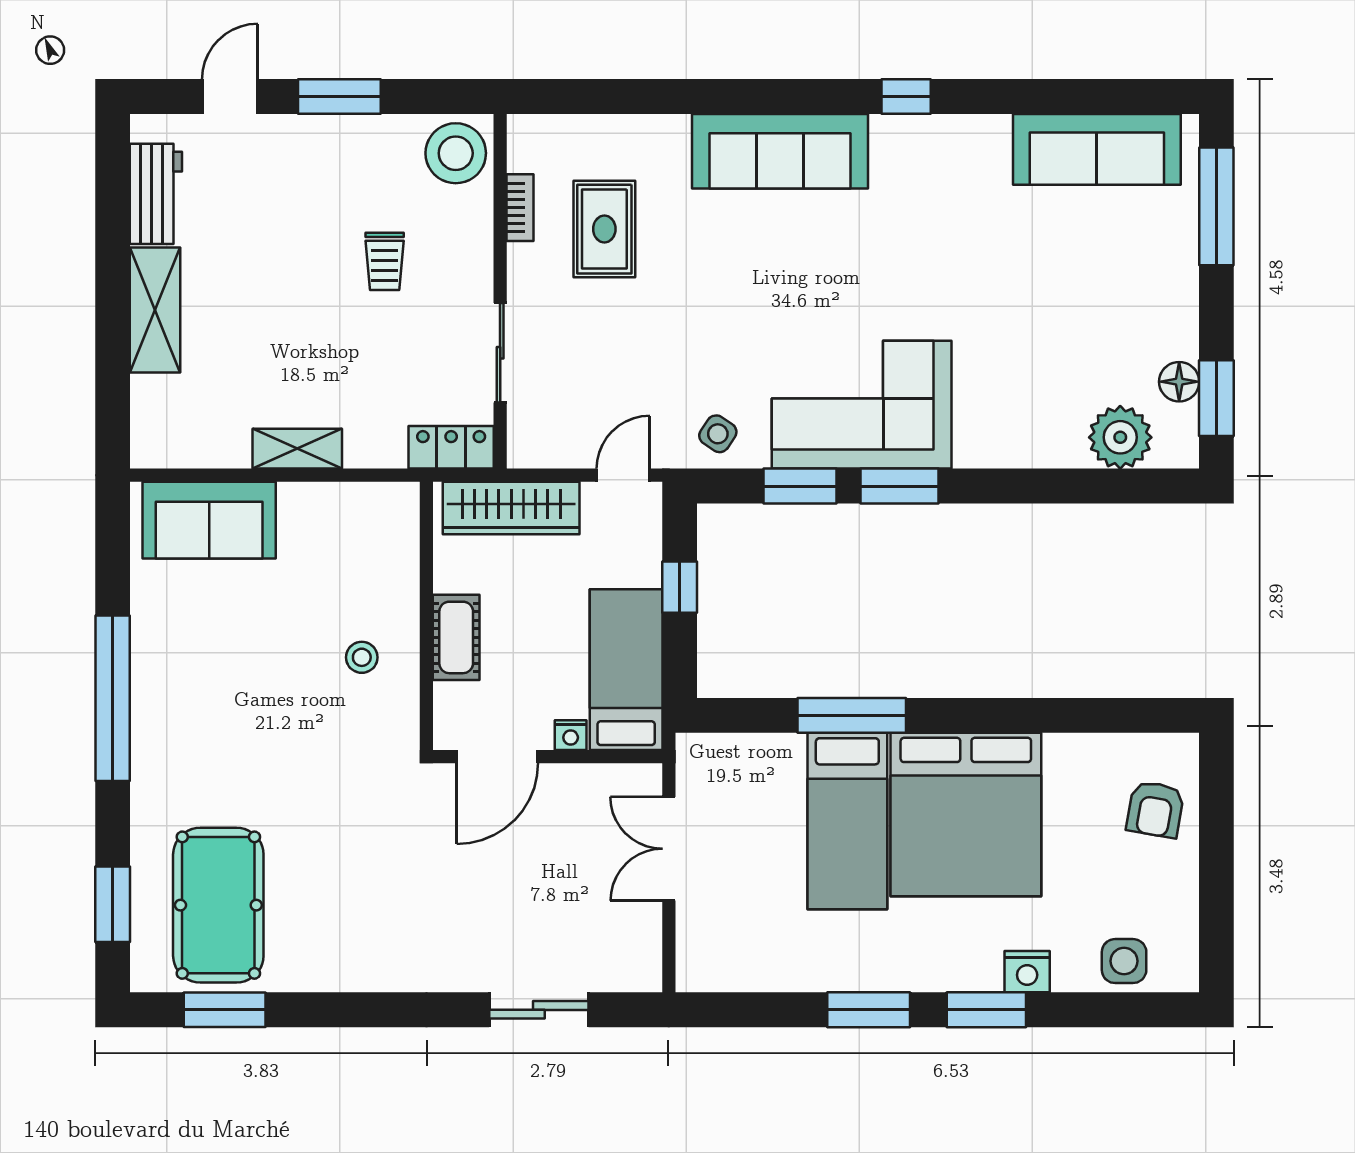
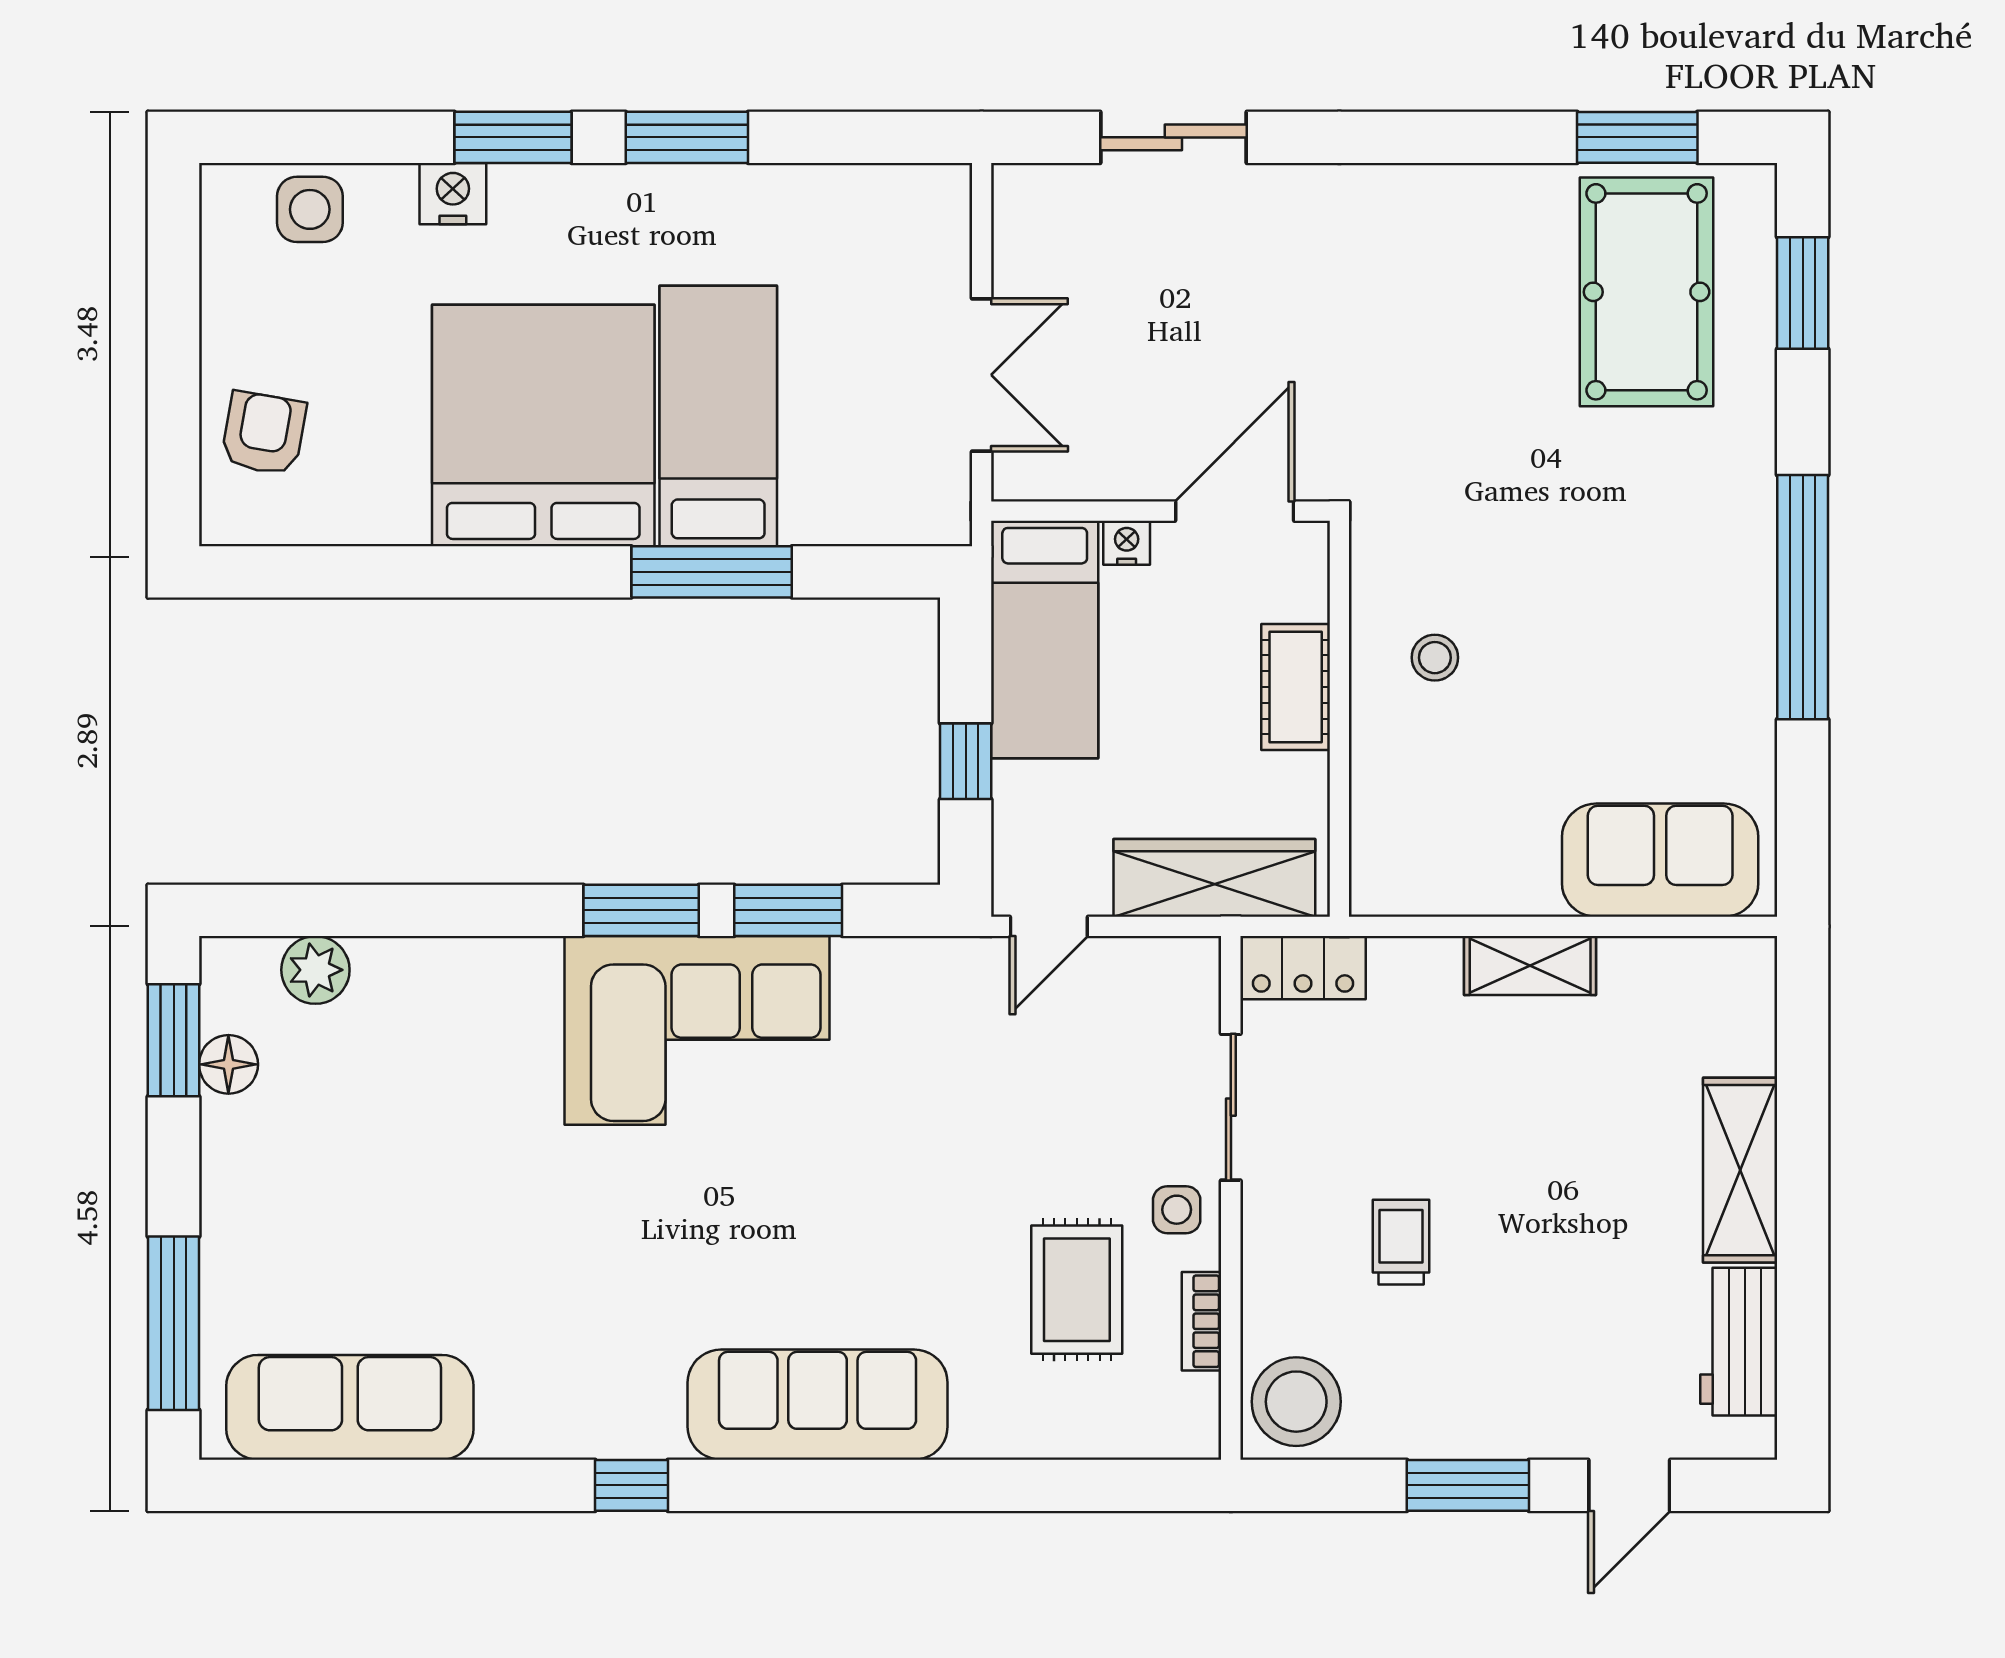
side table: (718, 434) -> (1177, 1210), moved, turned -34
plant: (1120, 437) -> (315, 970), width x0.73, depth x0.73

